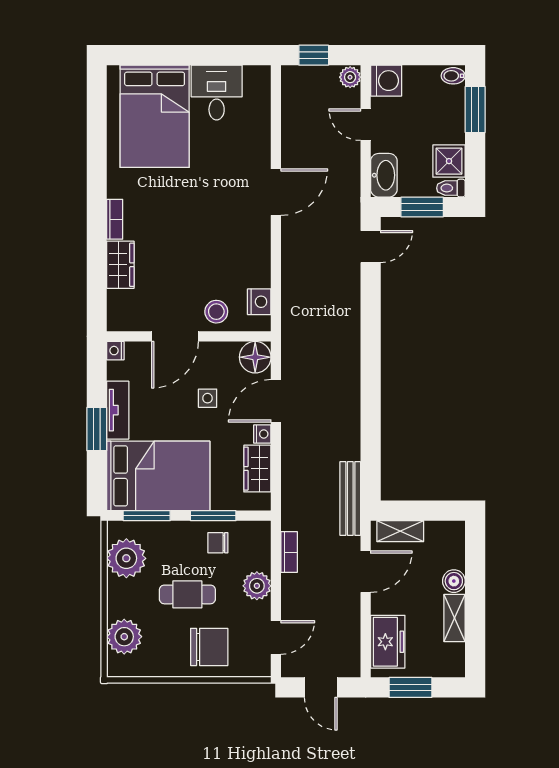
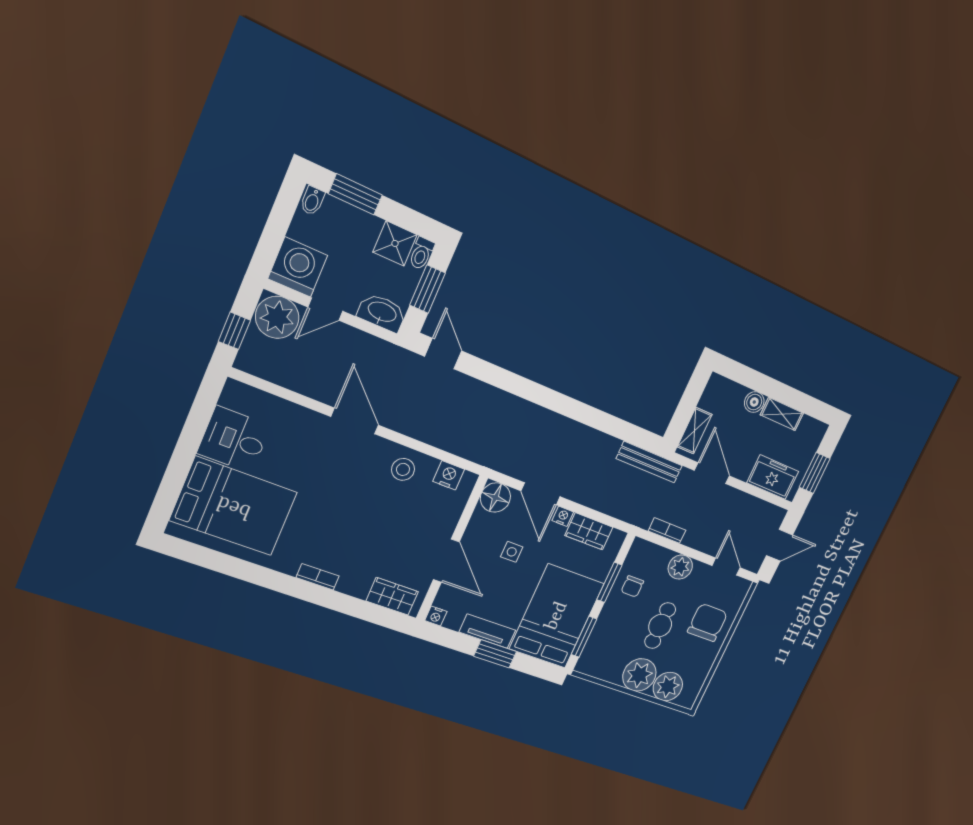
plant: (350, 77) -> (277, 317), width x1.88, depth x1.88
washing machine: (386, 81) -> (298, 267), width x1.37, depth x1.37
wardrobe: (120, 265) -> (392, 596), moved
stool: (216, 312) -> (403, 469), moved
plant: (126, 558) -> (639, 675), moved

